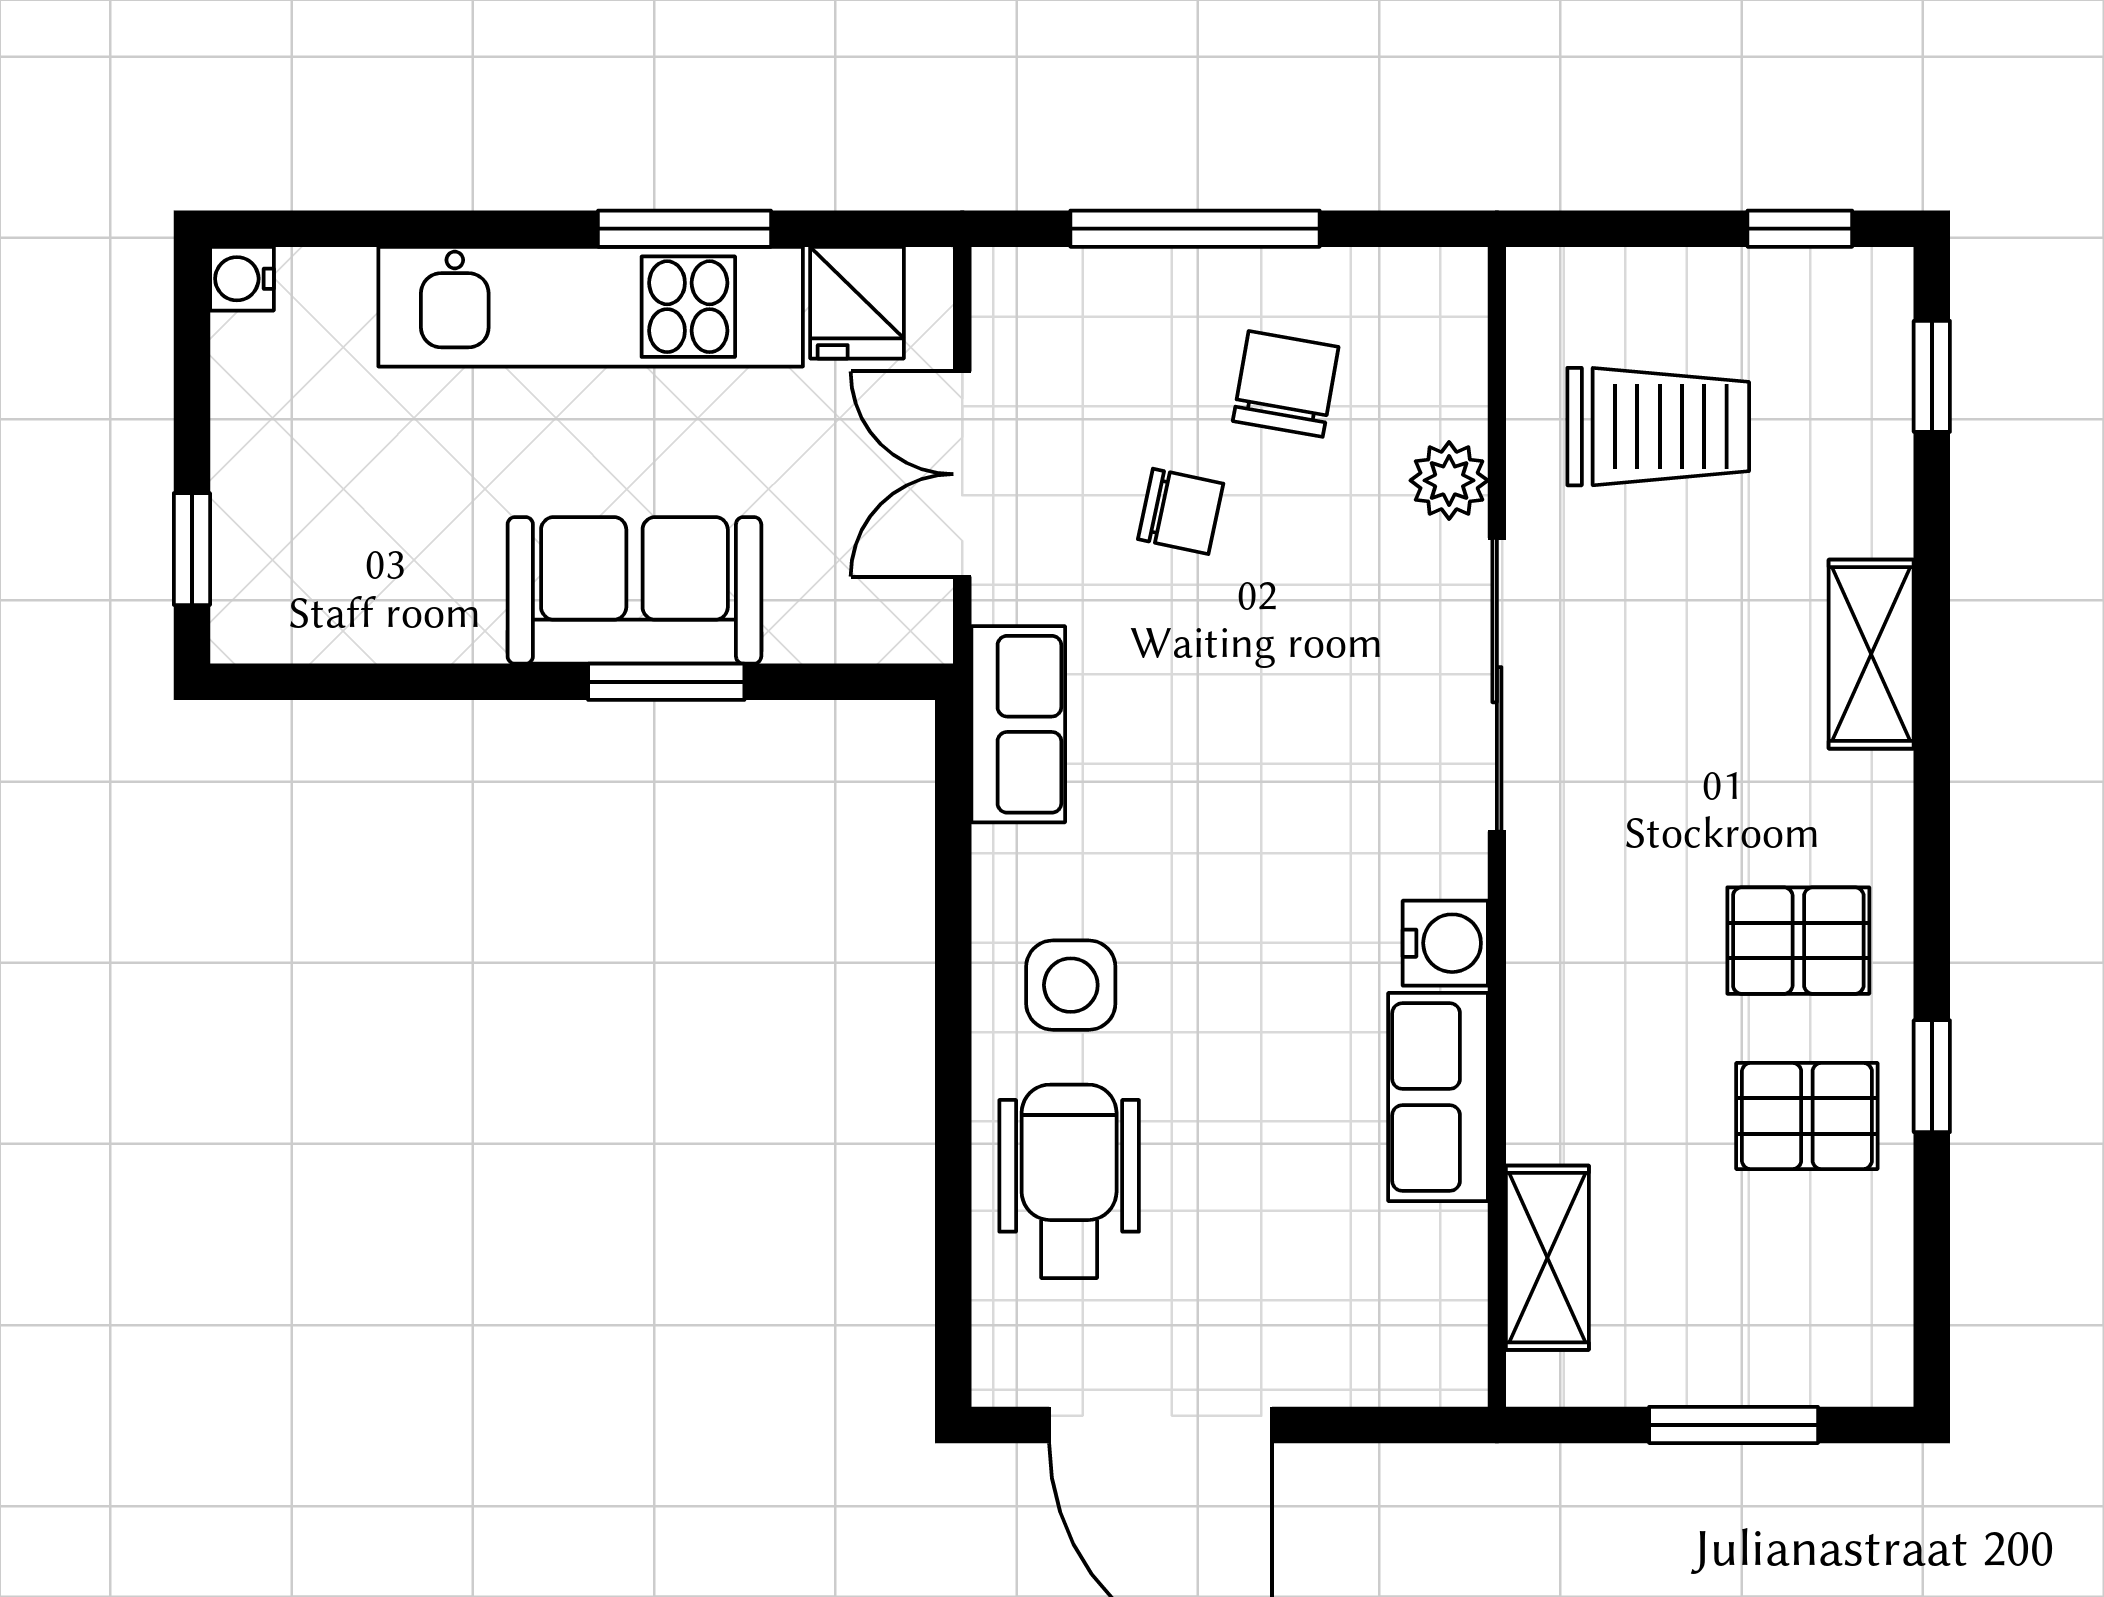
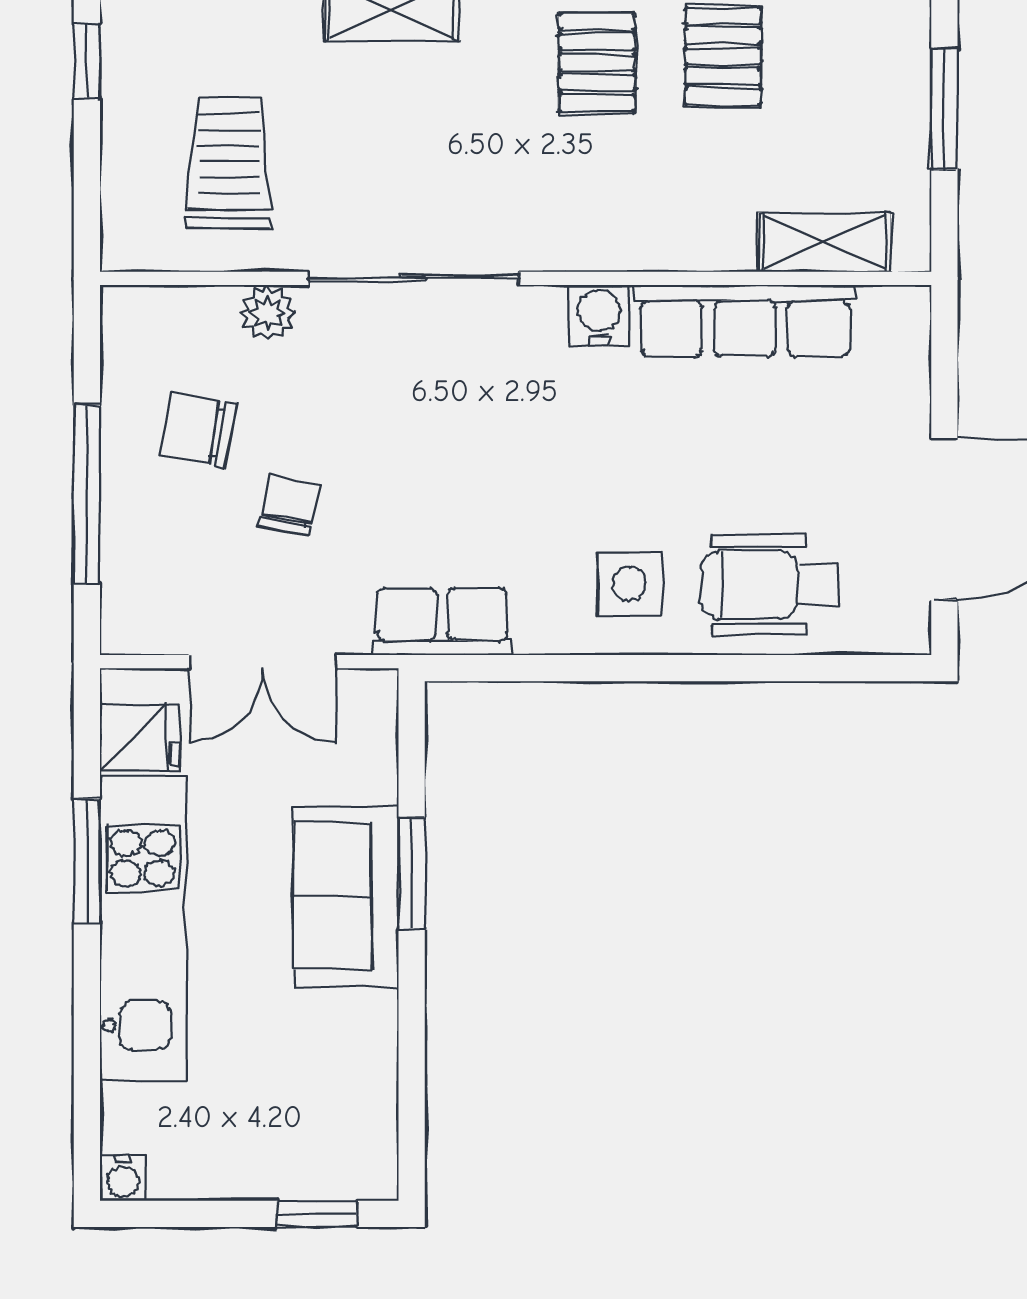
row of seats: (1438, 1097) -> (745, 321), width x1.48

